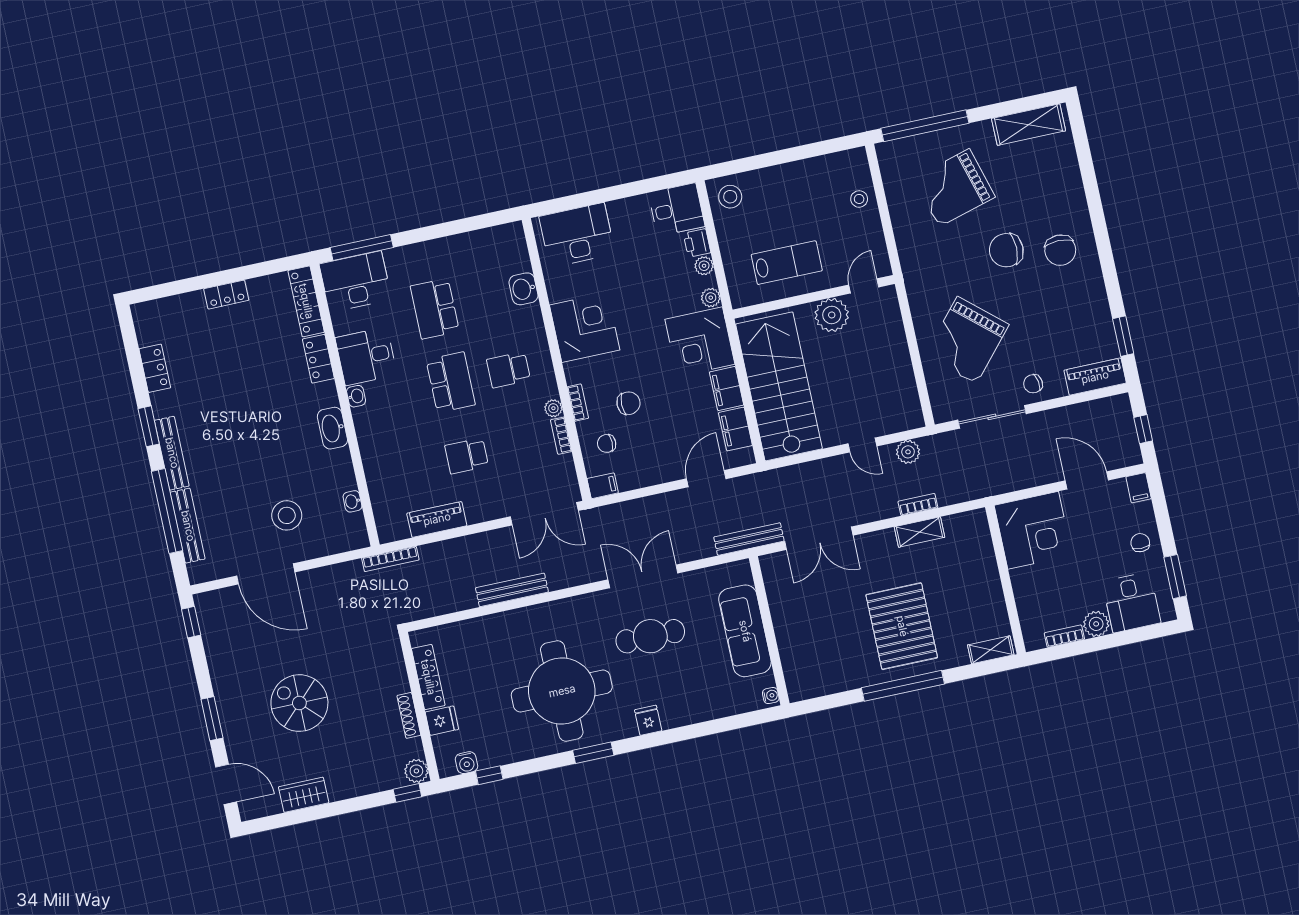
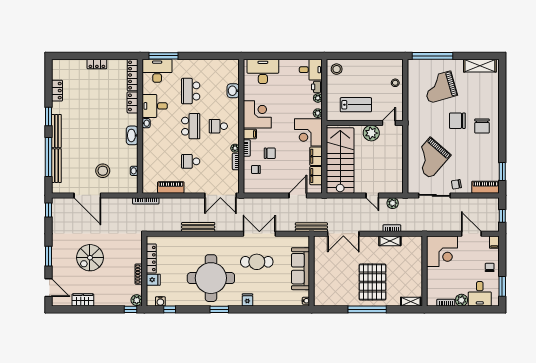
filing cabinet: (603, 486) -> (250, 134), moved
spiral stairs: (299, 703) -> (90, 258), turned -90

